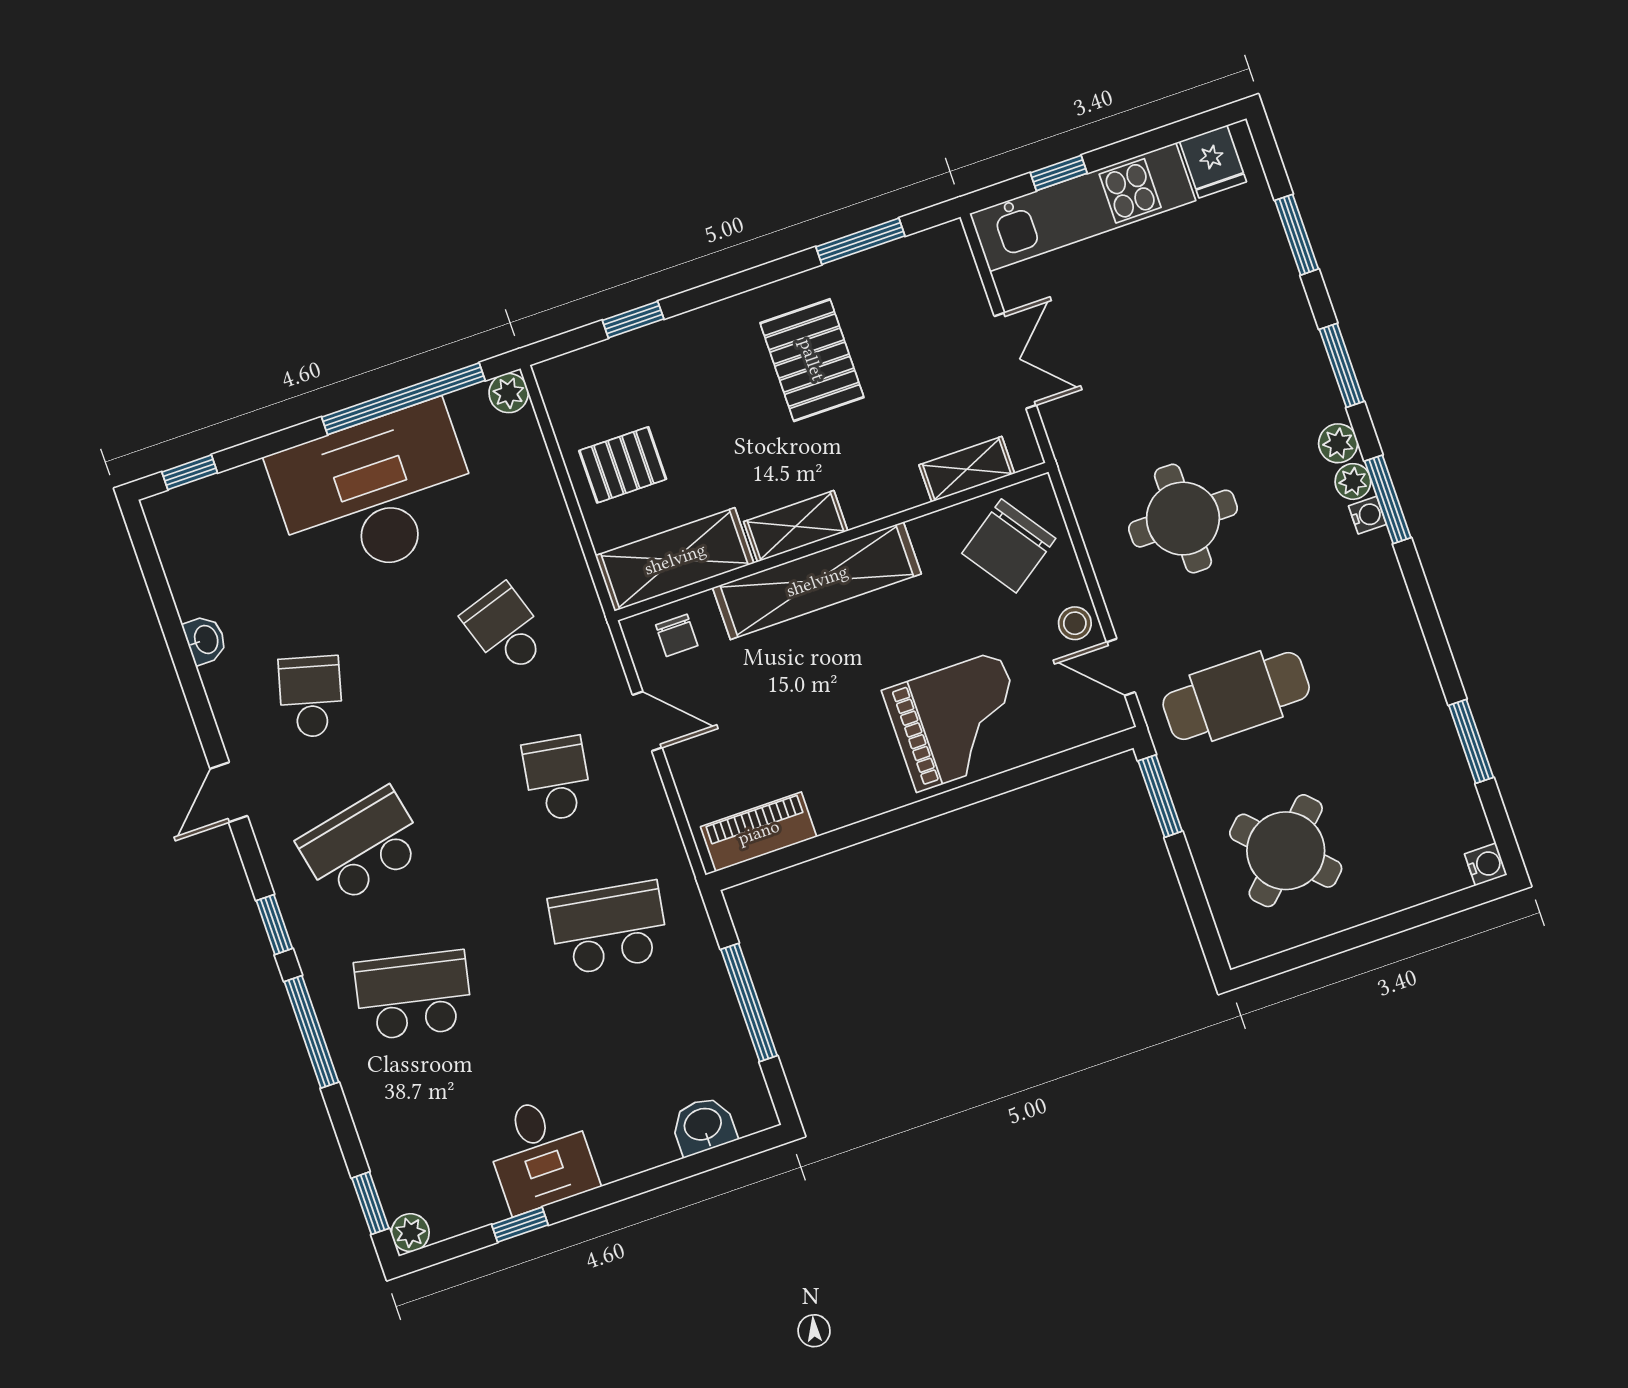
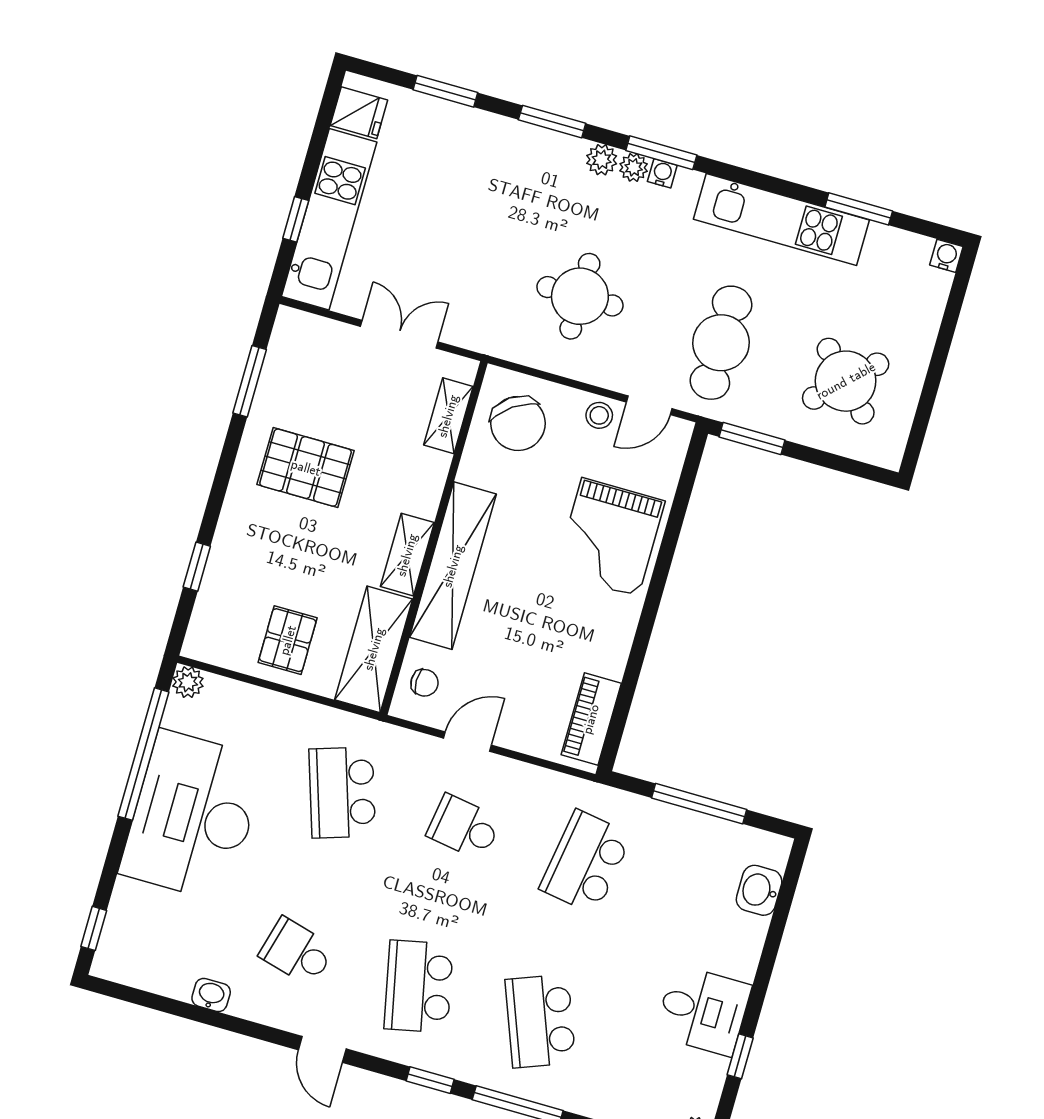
school desk: (506, 629) -> (342, 792), width x1.85
kitchen unit: (1405, 670) -> (781, 220), added
grand piano: (958, 721) -> (610, 537), turned 180
school desk: (413, 995) -> (540, 1021), turned -33

